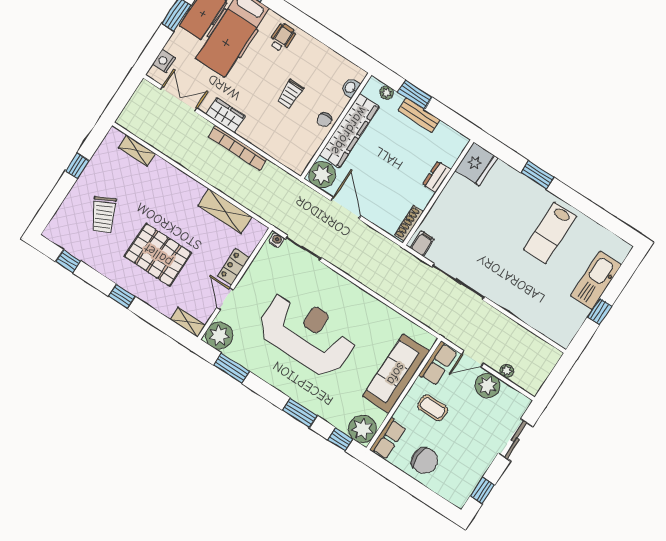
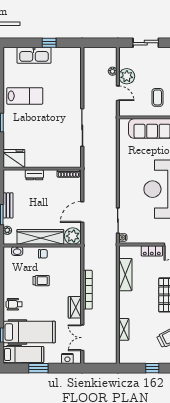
shelving: (137, 151) -> (124, 329), moved
filing cabinet: (422, 244) -> (75, 160), removed
row of seats: (438, 363) -> (132, 110), removed

